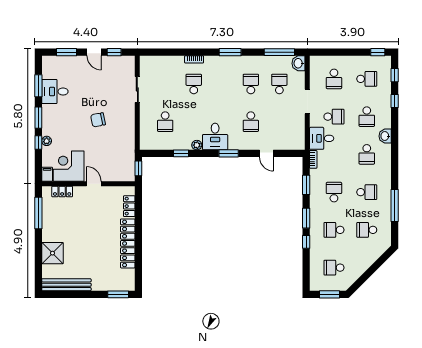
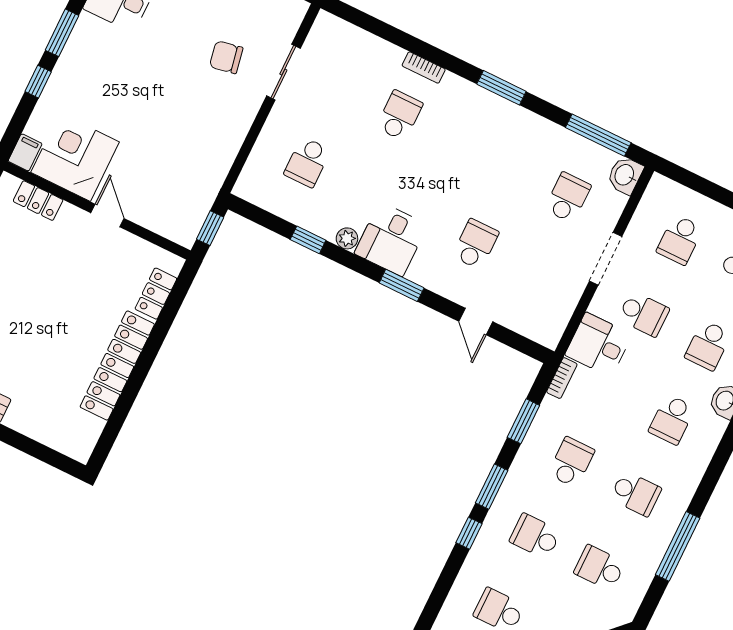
school desk: (251, 84) -> (512, 170), removed
chair: (98, 120) -> (226, 57), moved
school desk: (251, 122) -> (475, 244), turned 180
plant: (47, 141) -> (56, 86), removed
window: (118, 294) -> (50, 456), removed

